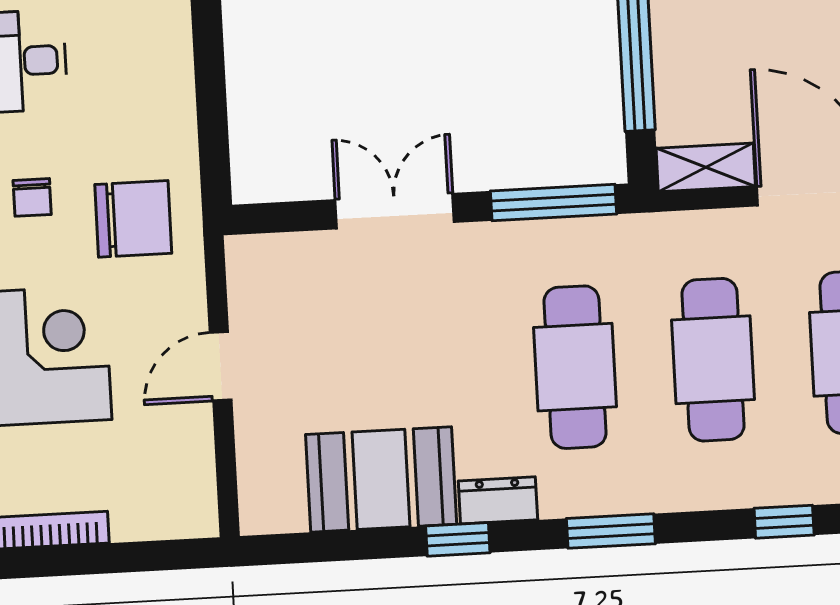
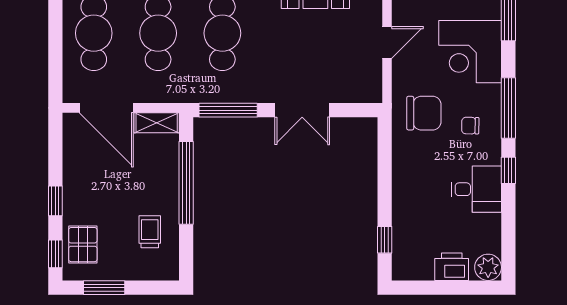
chair: (32, 197) -> (470, 126), turned -89
chair: (133, 219) -> (424, 113), turned 180

